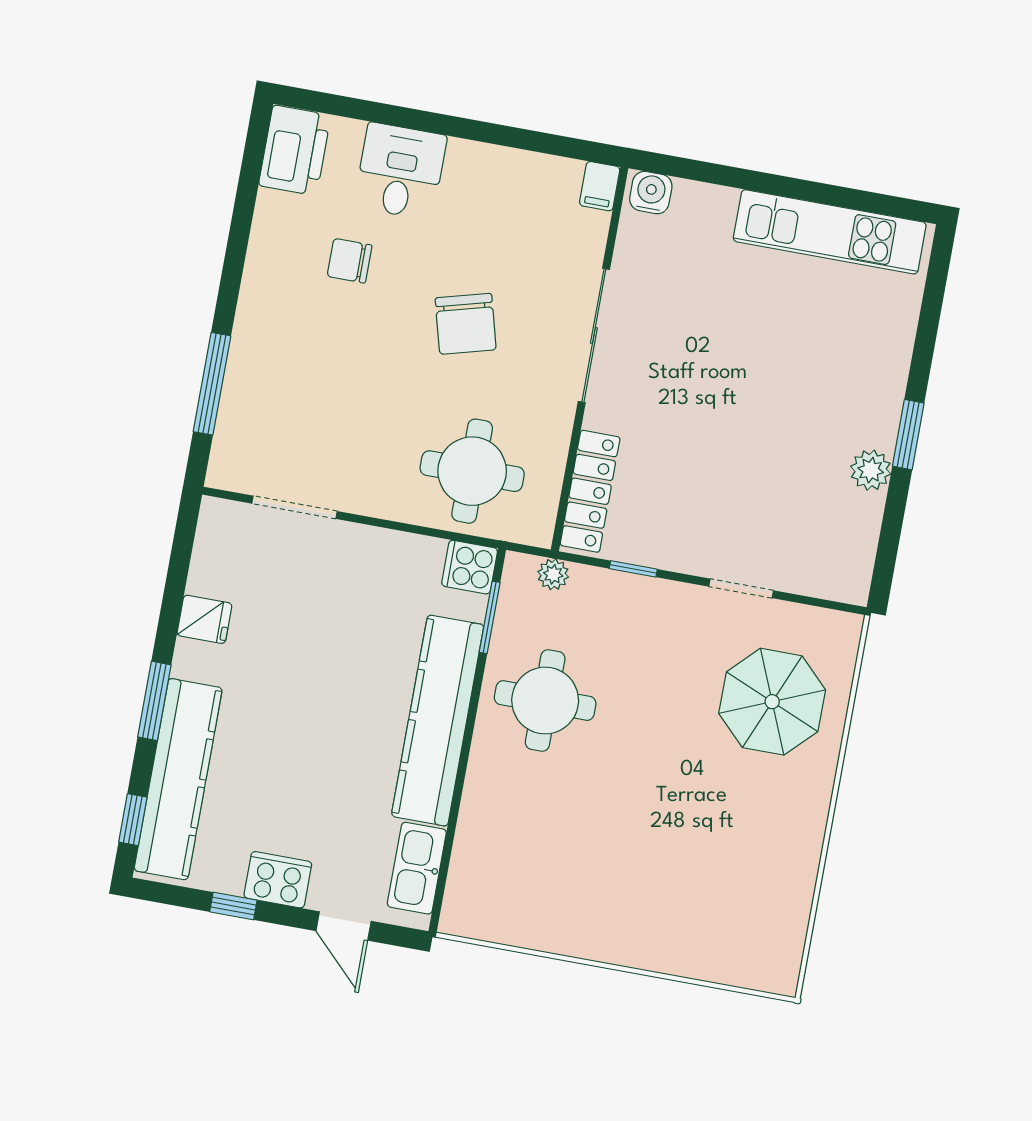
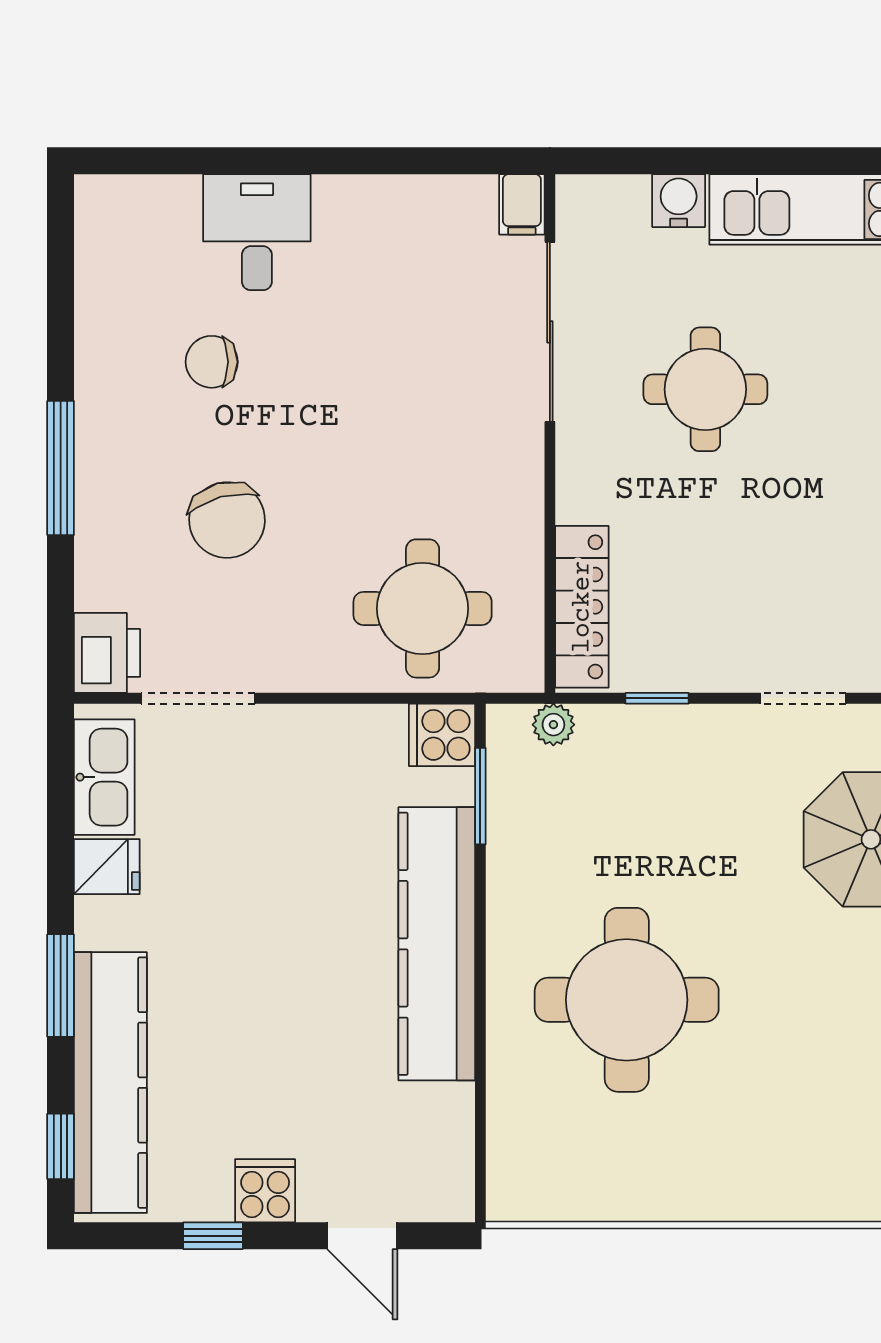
printer: (295, 150) -> (107, 653), moved, width x0.73, depth x0.84
water cooler: (651, 193) -> (679, 201), moved
chair: (466, 324) -> (227, 520), moved
sliding door: (594, 335) -> (550, 332), moved
round table: (710, 347) -> (705, 389), added
window: (212, 384) -> (61, 468), moved
round table: (545, 701) -> (627, 1000), moved, width x1.36, depth x1.36
kitchen sink: (417, 868) -> (104, 777), moved, turned 180
cooker: (278, 880) -> (265, 1191), width x0.73

